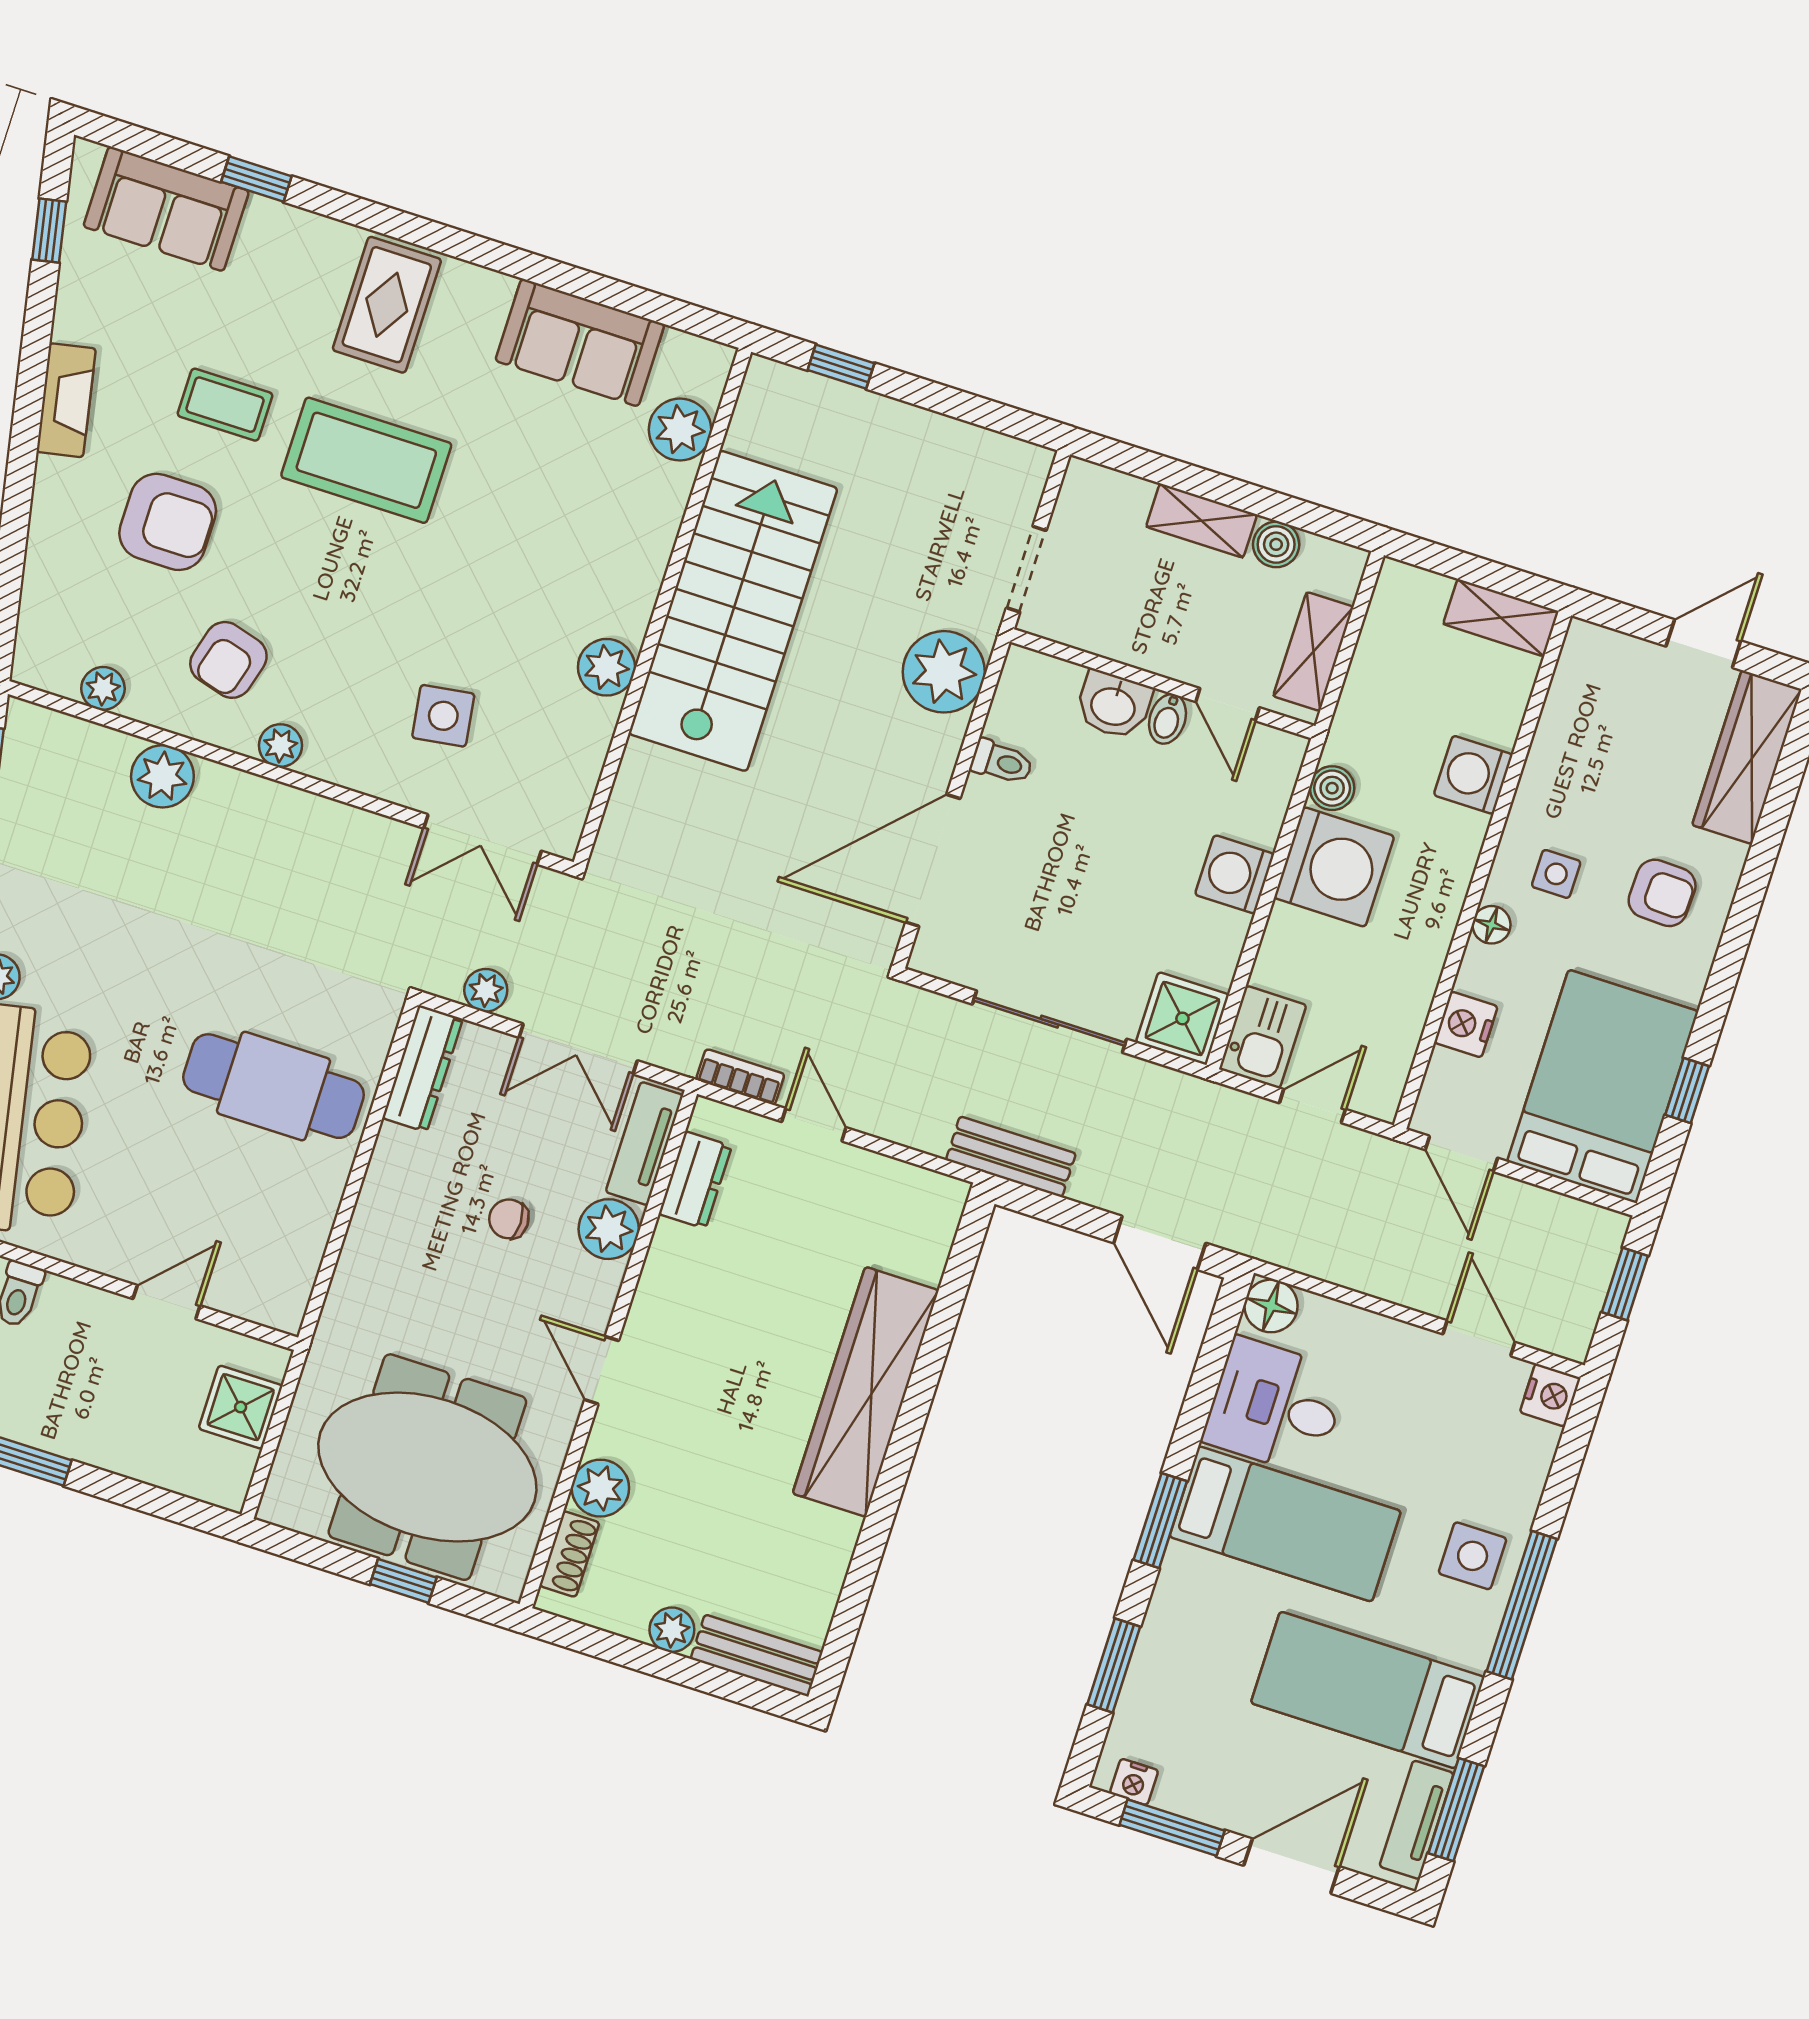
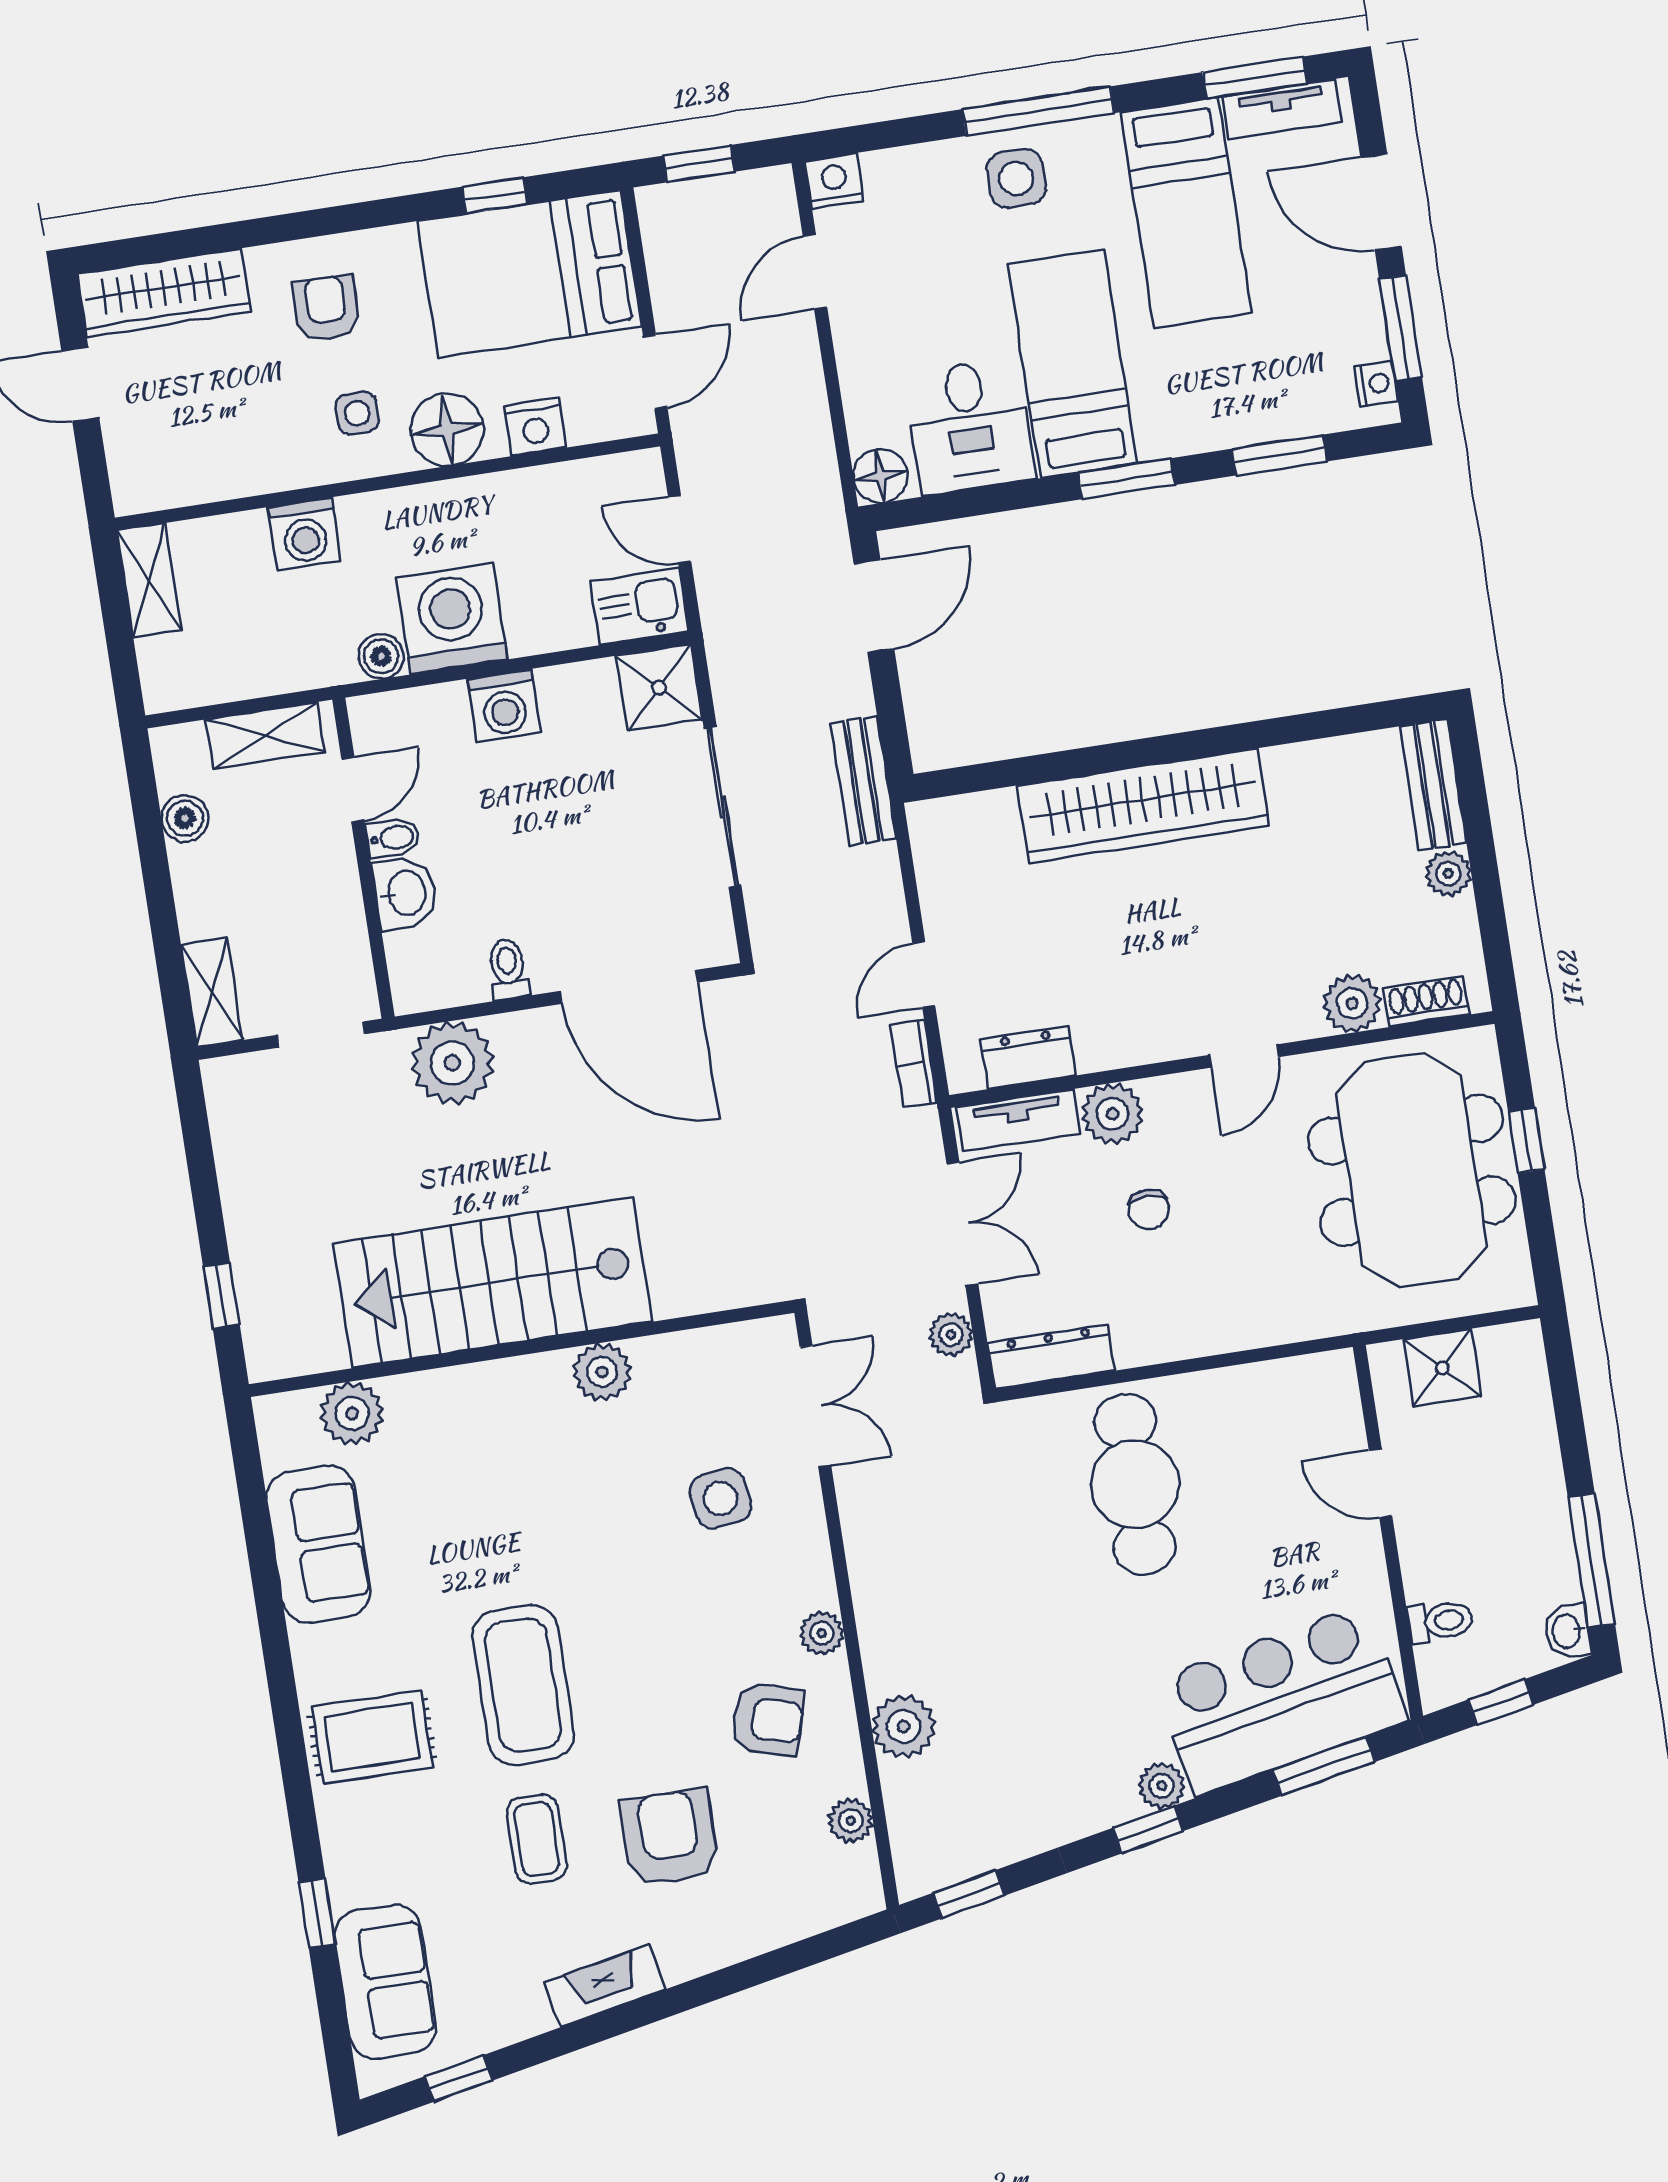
shelving: (1202, 521) -> (212, 992), moved
floor lamp: (1491, 925) -> (447, 429), width x1.89, depth x1.89

